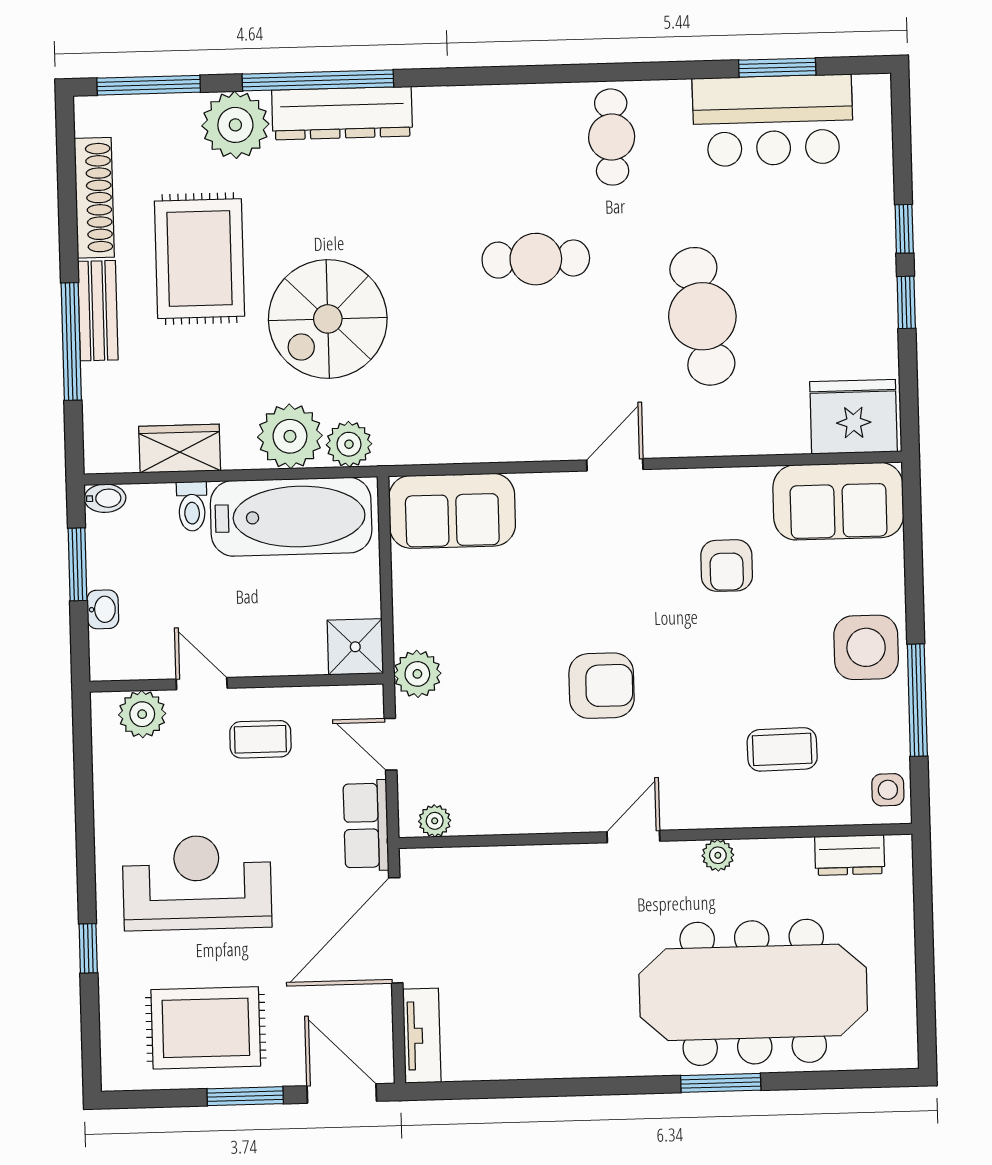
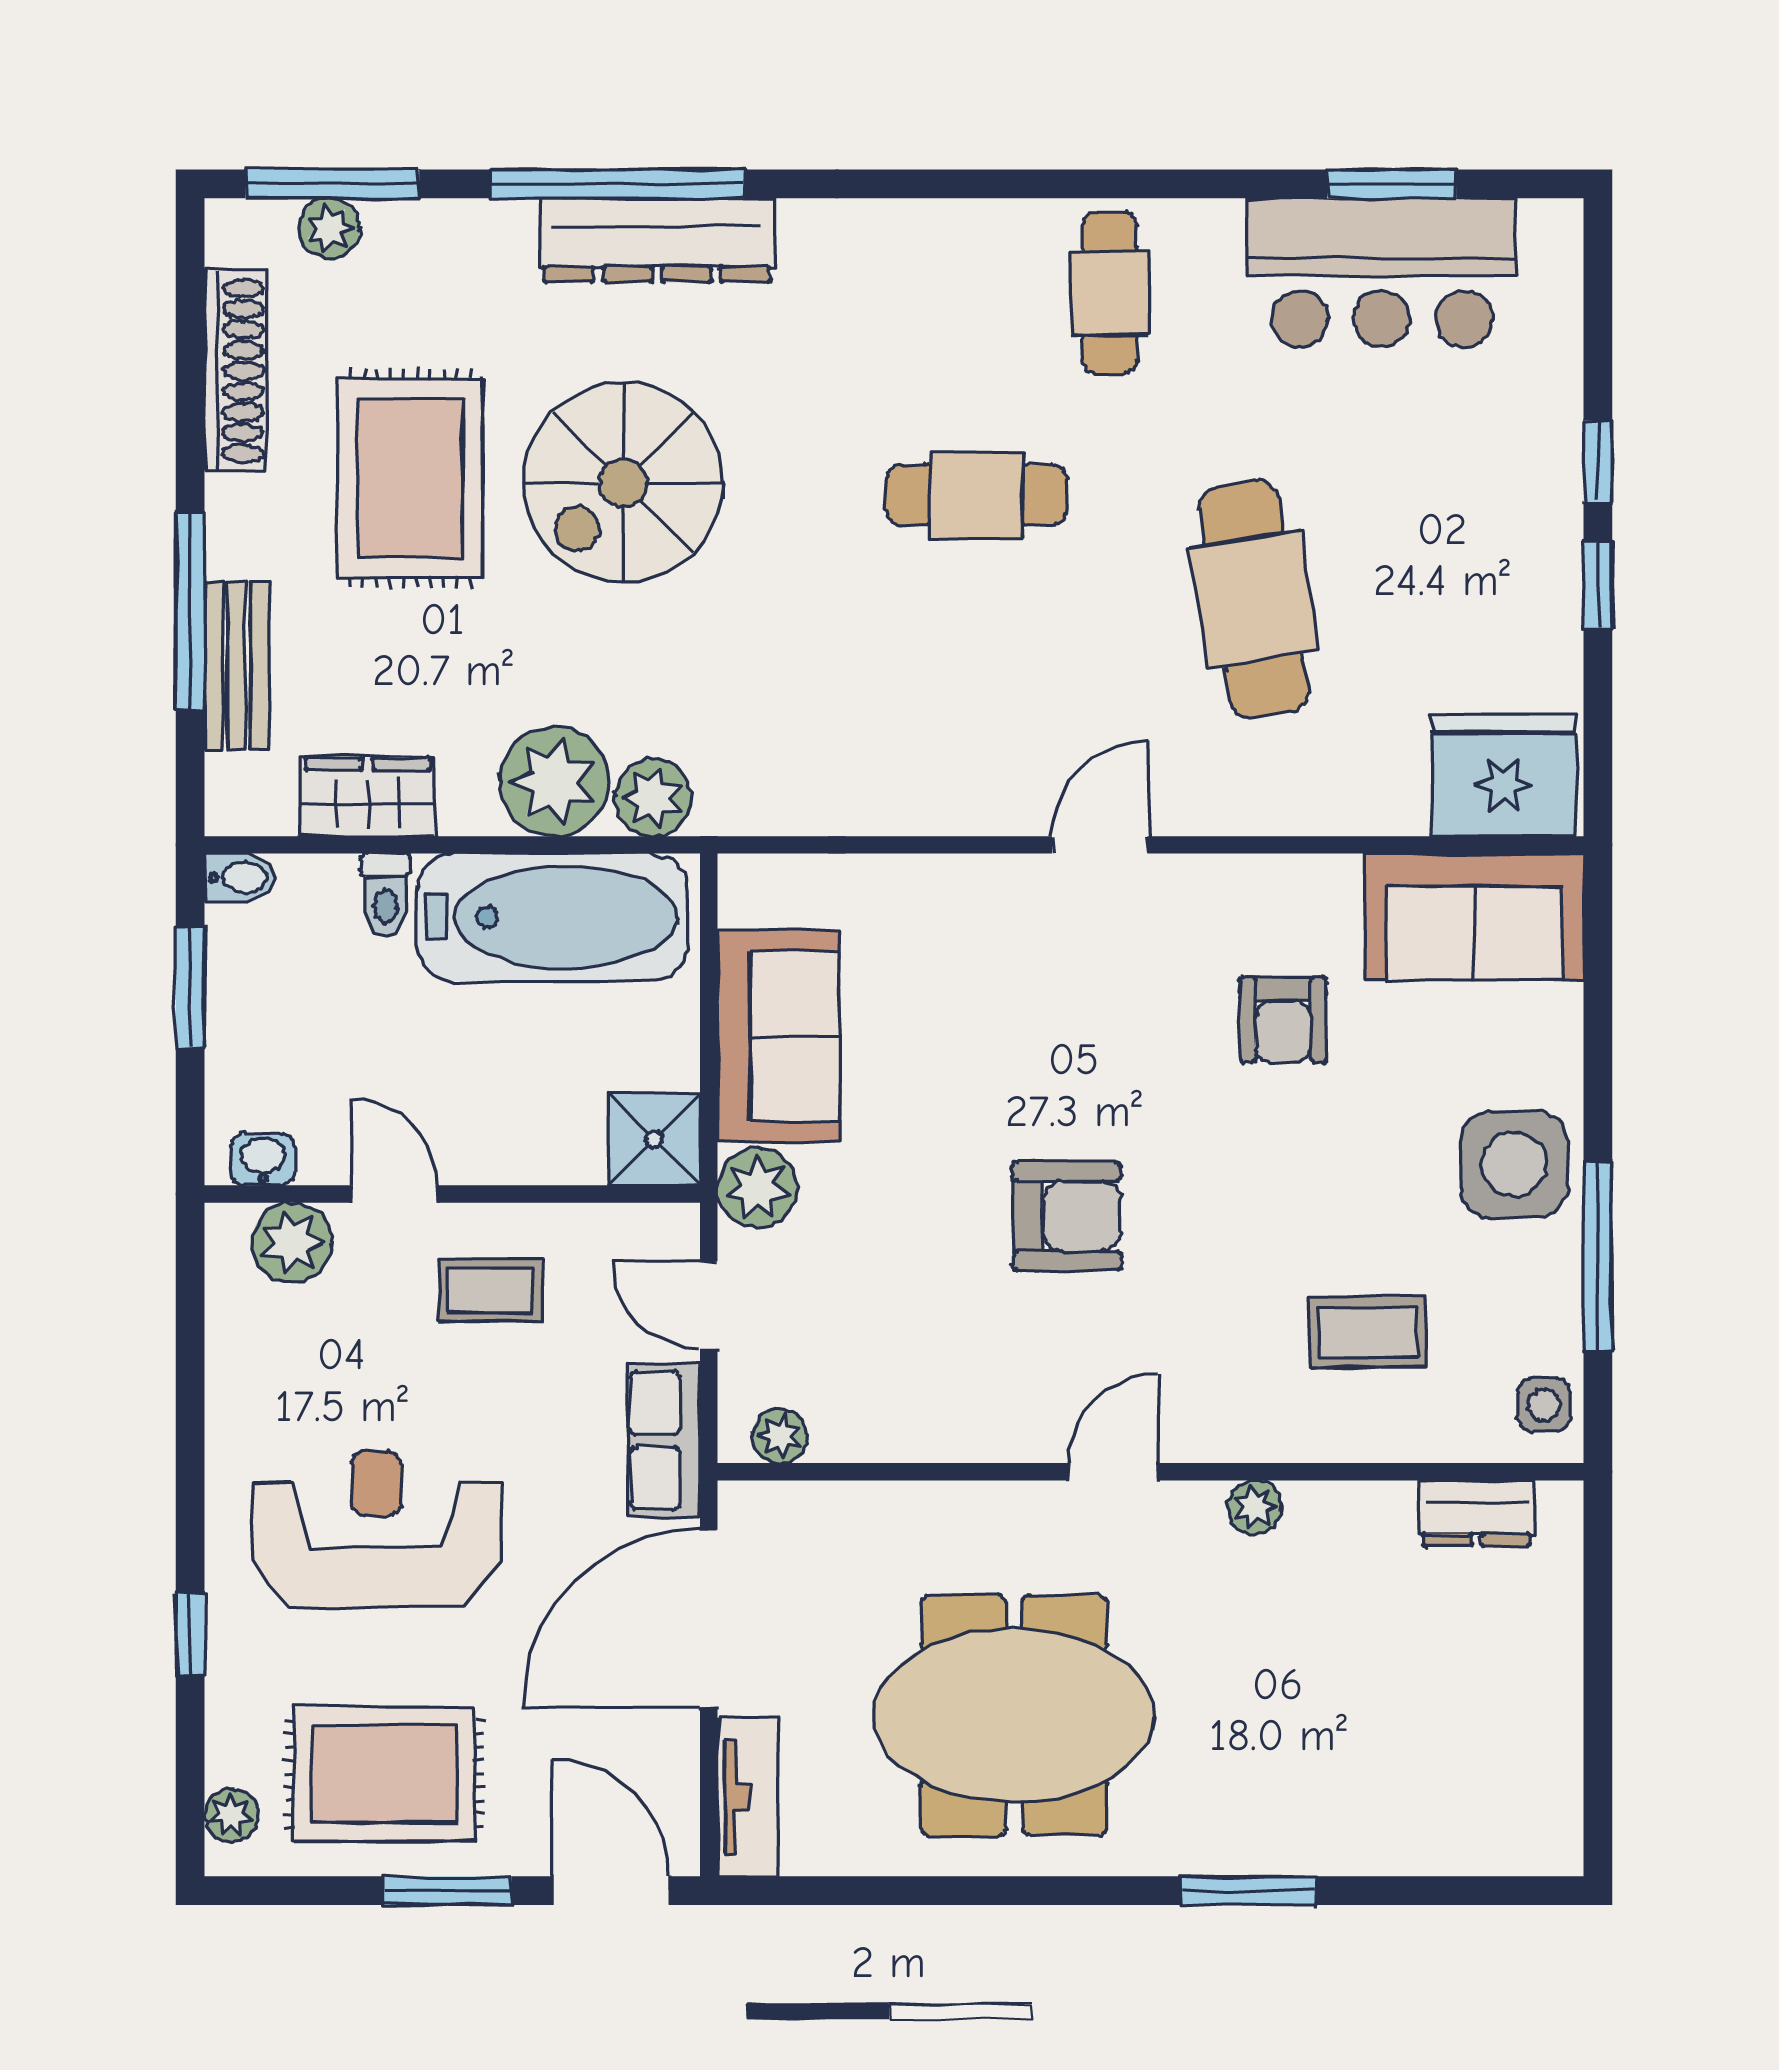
plant: (235, 125) -> (330, 228), moved, width x0.53, depth x0.53
bench: (98, 311) -> (236, 666), moved
spiral stairs: (328, 319) -> (623, 482), moved
sofa: (452, 511) -> (779, 1036), moved, turned -90
washbasin: (103, 609) -> (263, 1159), moved, turned -90
meeting table: (753, 992) -> (1014, 1715), moved, width x0.73
plant: (116, 1055) -> (231, 1815), added

